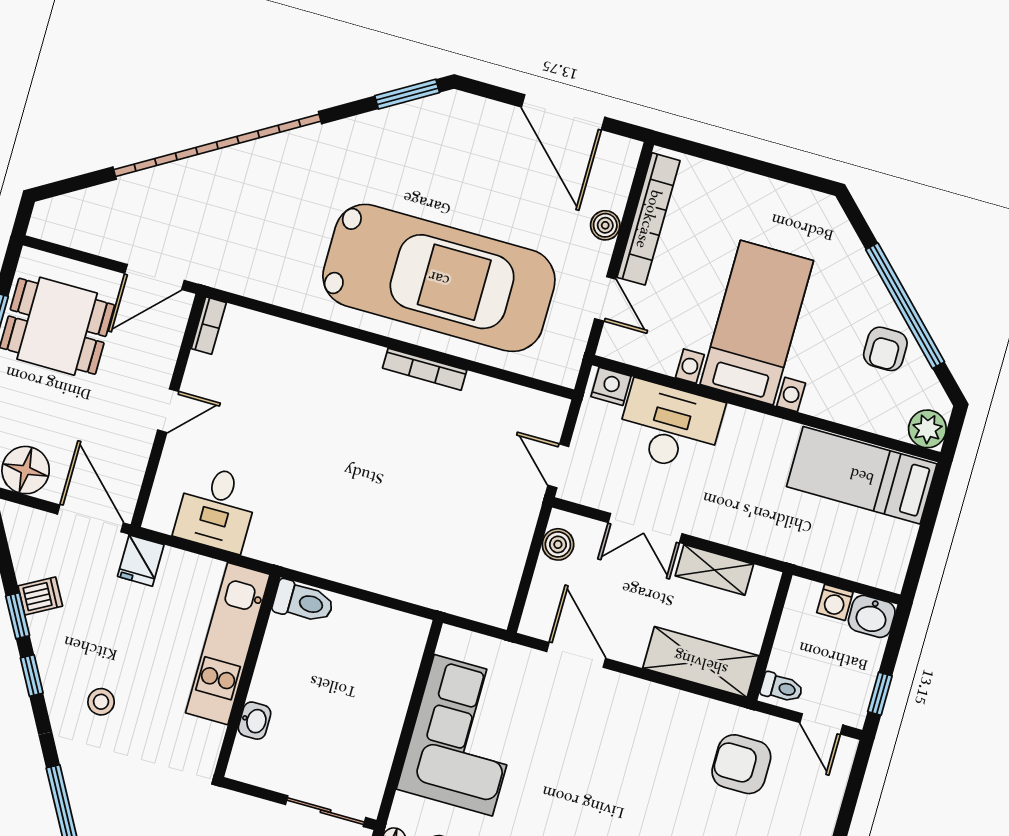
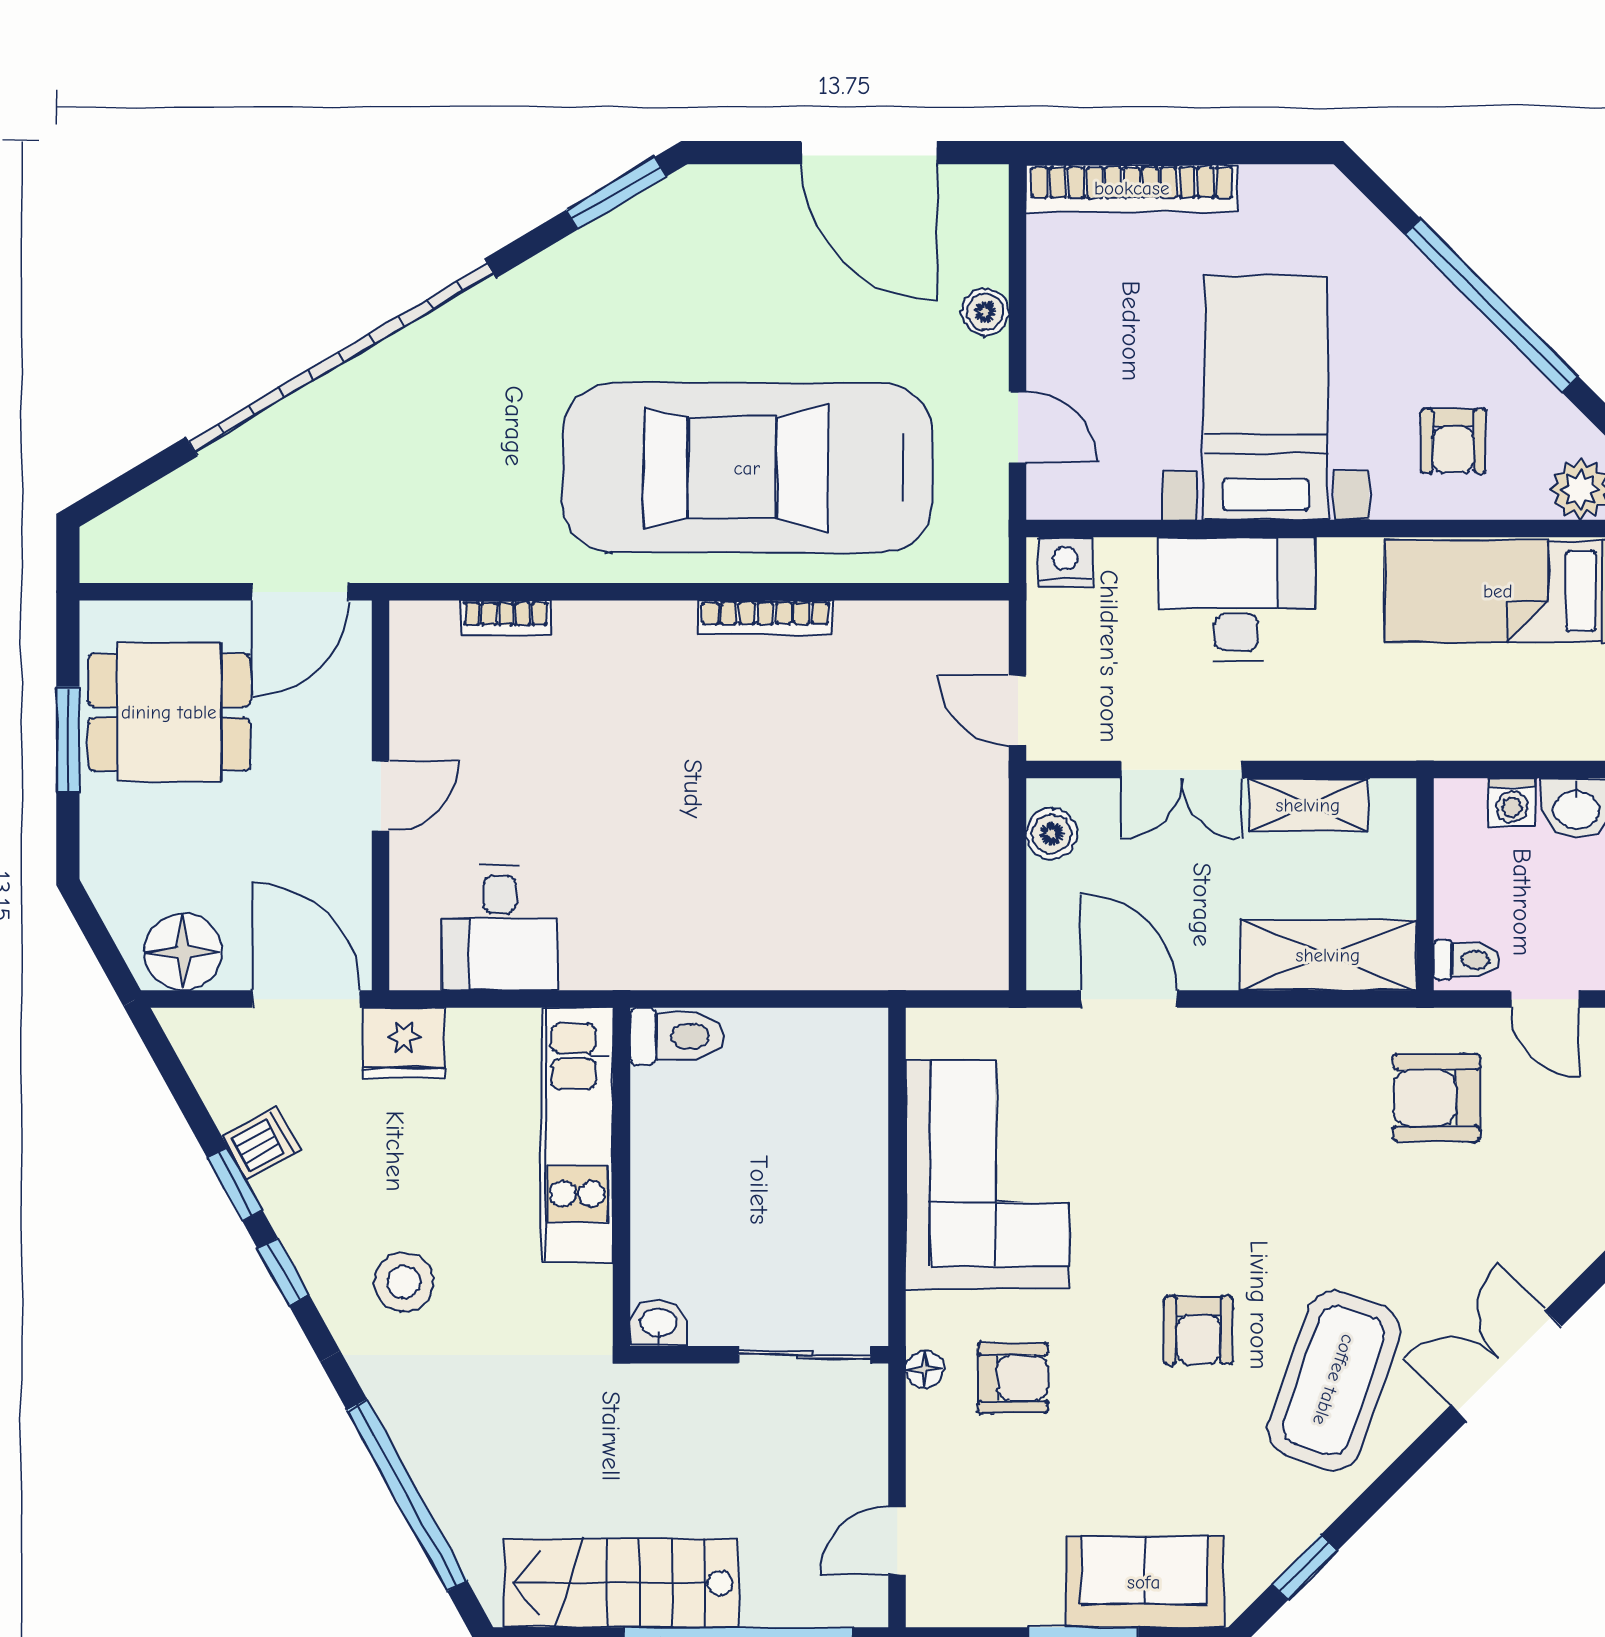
bookcase: (648, 219) -> (1132, 188), moved, turned 90
car: (439, 278) -> (747, 468), turned 180
bookcase: (209, 326) -> (506, 618), moved, turned 90
armchair: (885, 349) -> (1453, 441), moved
desk: (670, 426) -> (1236, 599), moved
fridge: (141, 561) -> (404, 1043), width x1.38
stool: (101, 702) -> (404, 1282), width x1.37, depth x1.37
washbasin: (255, 721) -> (658, 1323), moved, turned -90

